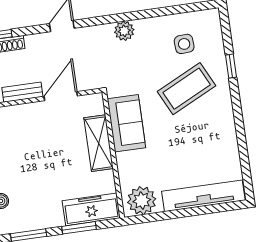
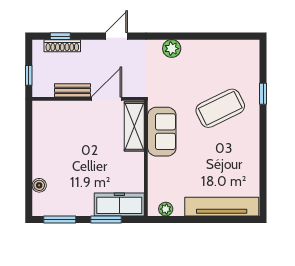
side table: (184, 44) -> (224, 68), removed
shelving: (99, 143) -> (134, 126), moved
plant: (142, 201) -> (166, 209), width x0.53, depth x0.53

